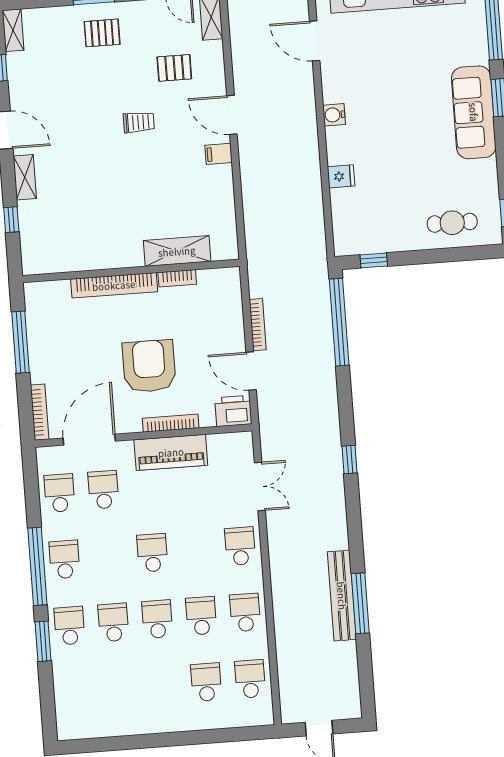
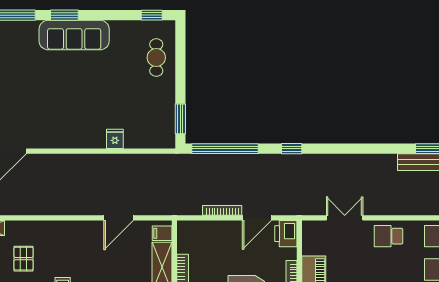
door: (232, 115) -> (119, 218), moved
water cooler: (334, 115) -> (68, 141), removed
filing cabinet: (219, 154) -> (162, 233), moved, turned 90
window: (374, 260) -> (180, 119), width x1.50
window: (349, 459) -> (292, 149), moved

